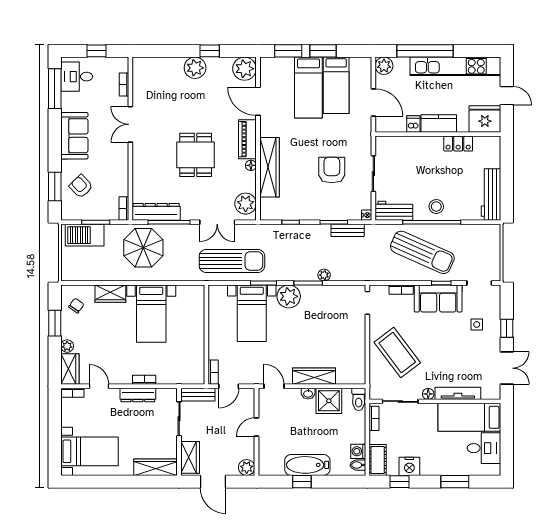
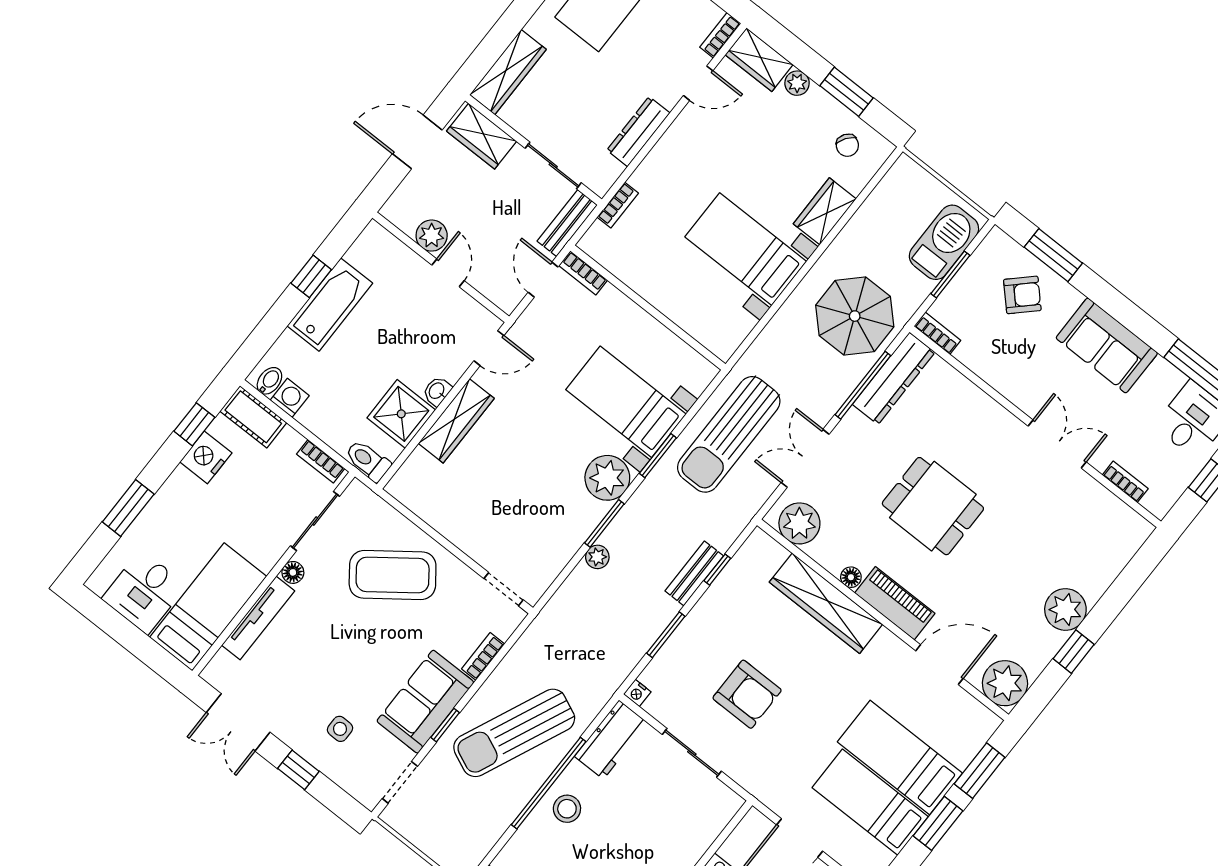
bench: (348, 230) -> (694, 573), moved
bookcase: (144, 380) -> (618, 205), moved
plant: (247, 467) -> (432, 236), moved

